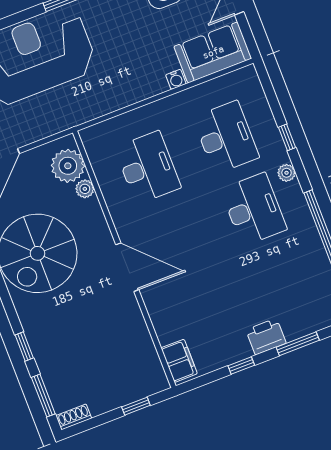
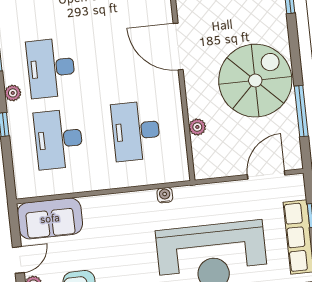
water cooler: (176, 79) -> (165, 195), moved
plant: (68, 166) -> (207, 152), removed

